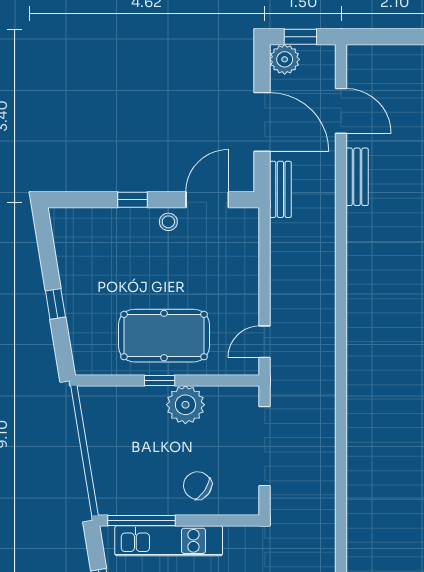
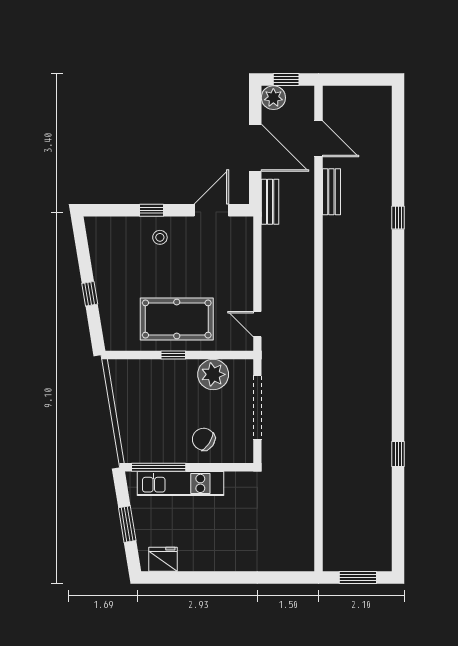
stool: (168, 222) -> (160, 237), moved
door: (265, 342) -> (257, 324), hinge flipped
plant: (185, 405) -> (213, 374), moved

